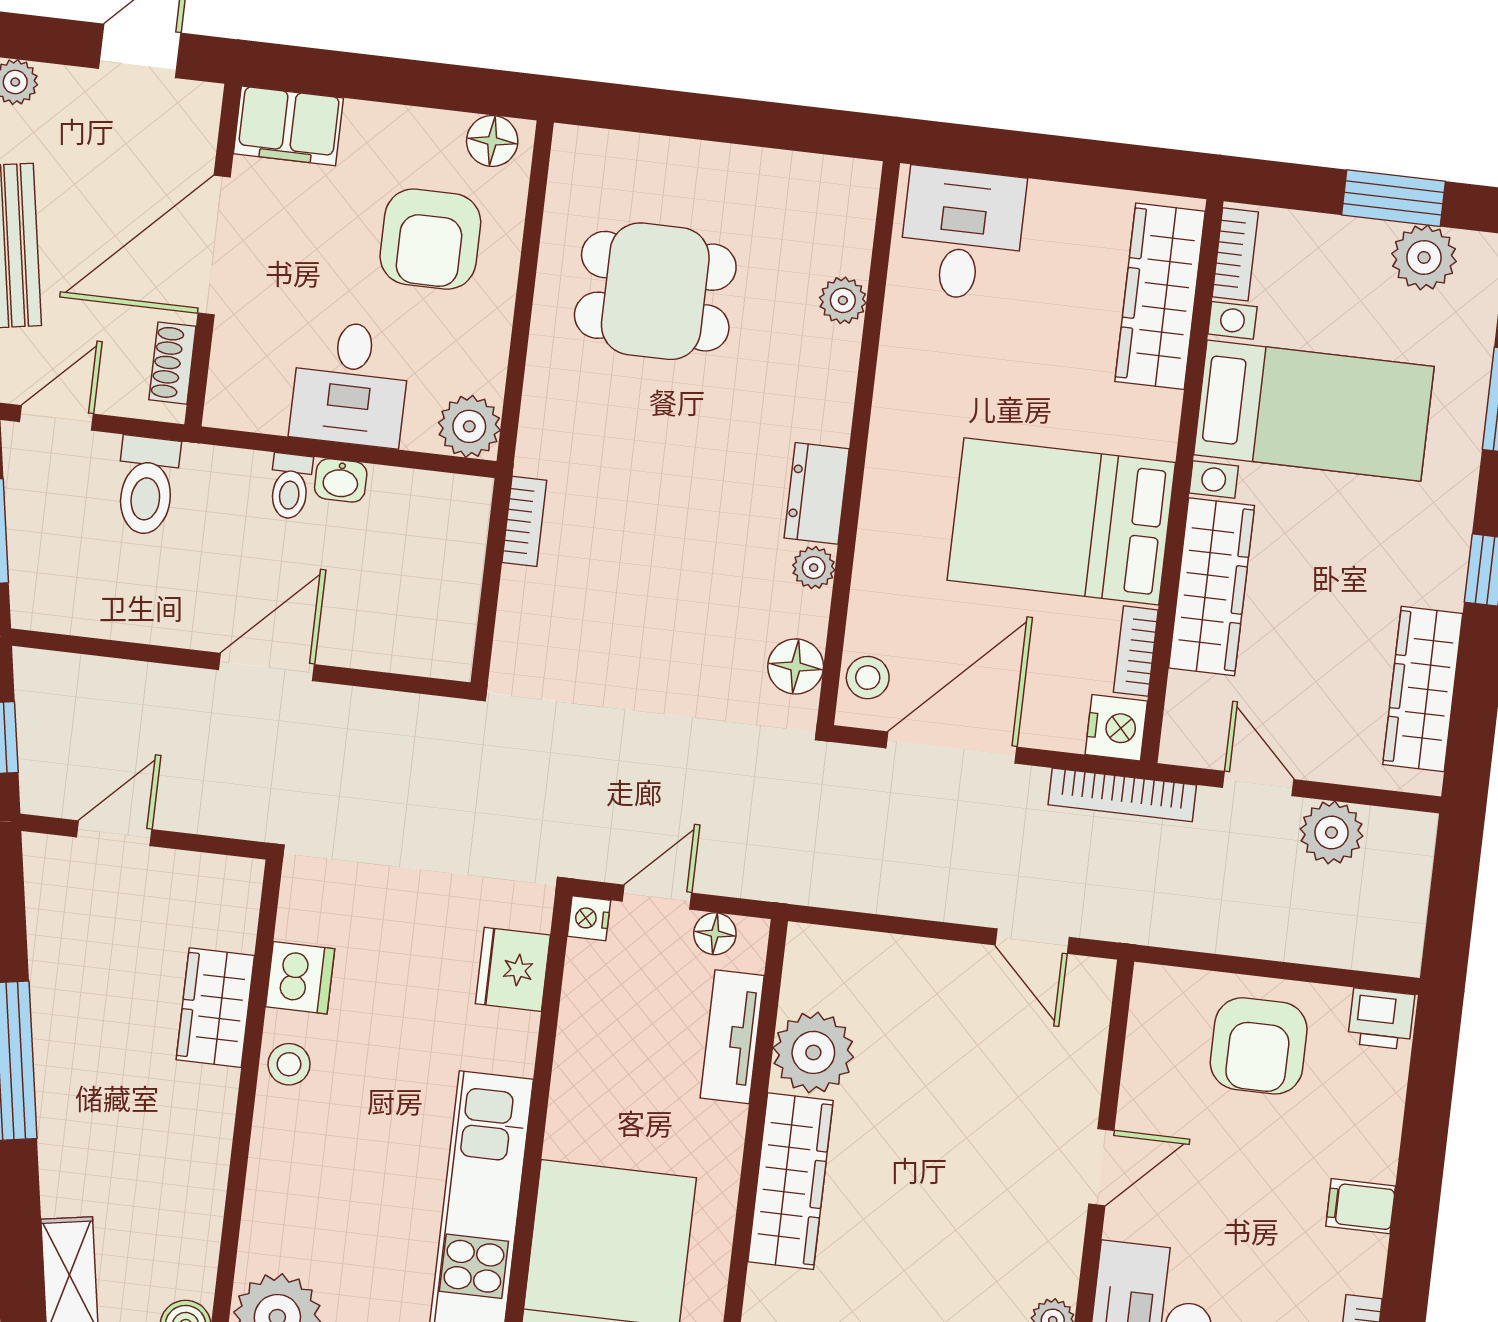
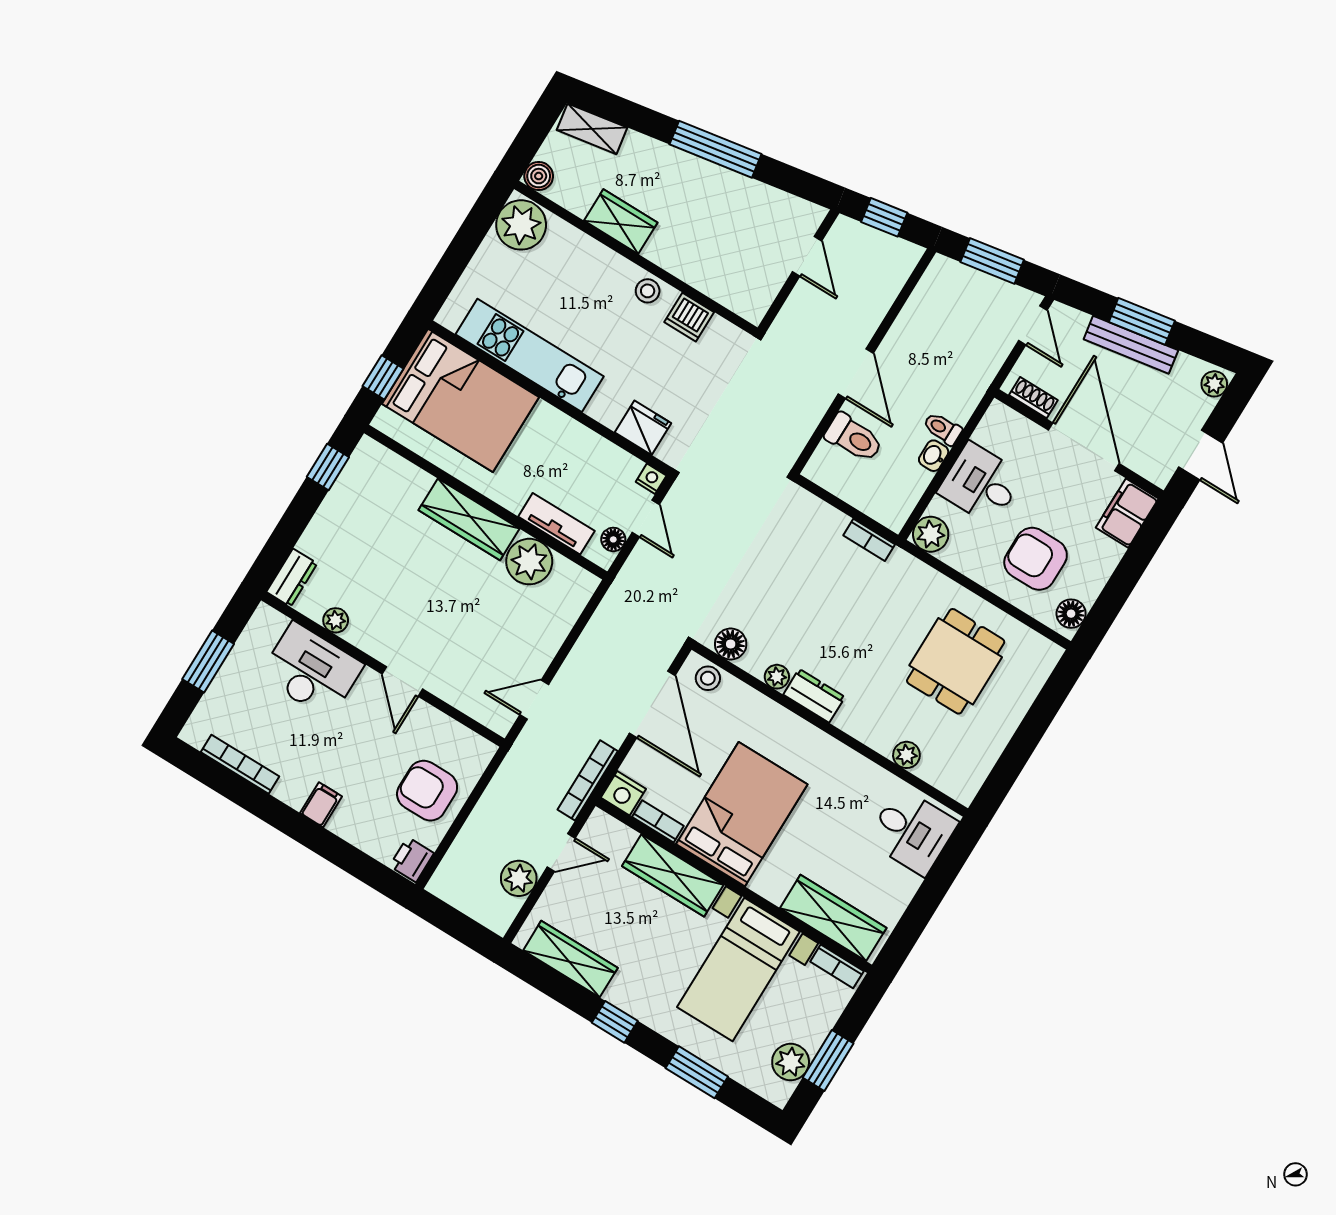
toilet: (147, 486) -> (854, 438), moved, turned 180
wardrobe: (215, 1008) -> (621, 222), moved

